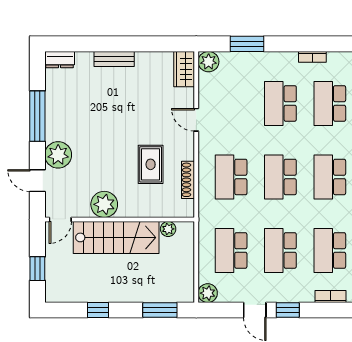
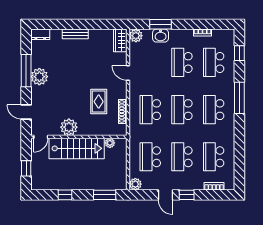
washbasin: (247, 62) -> (161, 36), added
plant: (58, 155) -> (39, 77), moved

